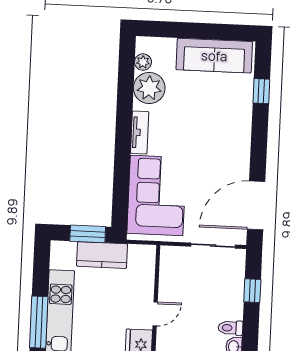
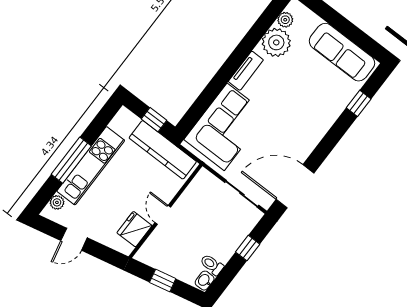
window: (88, 234) -> (154, 120), width x0.67
kitchen counter: (102, 255) -> (163, 150), width x1.50
door: (155, 314) -> (163, 215), swing flipped

